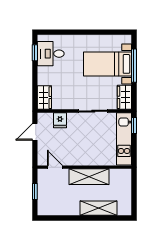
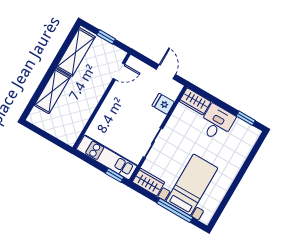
desk: (51, 54) -> (217, 123), moved
shelving: (89, 177) -> (76, 52), moved

